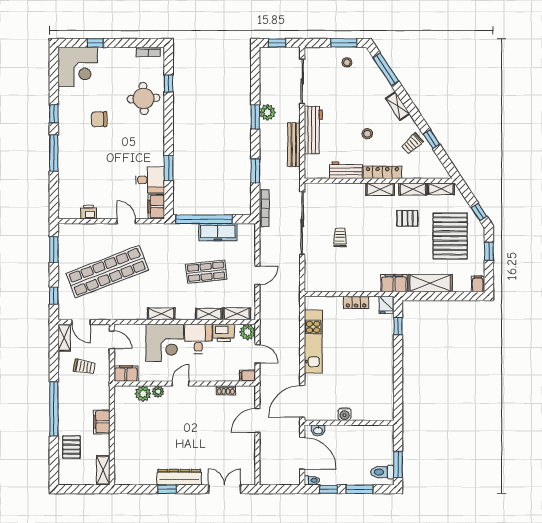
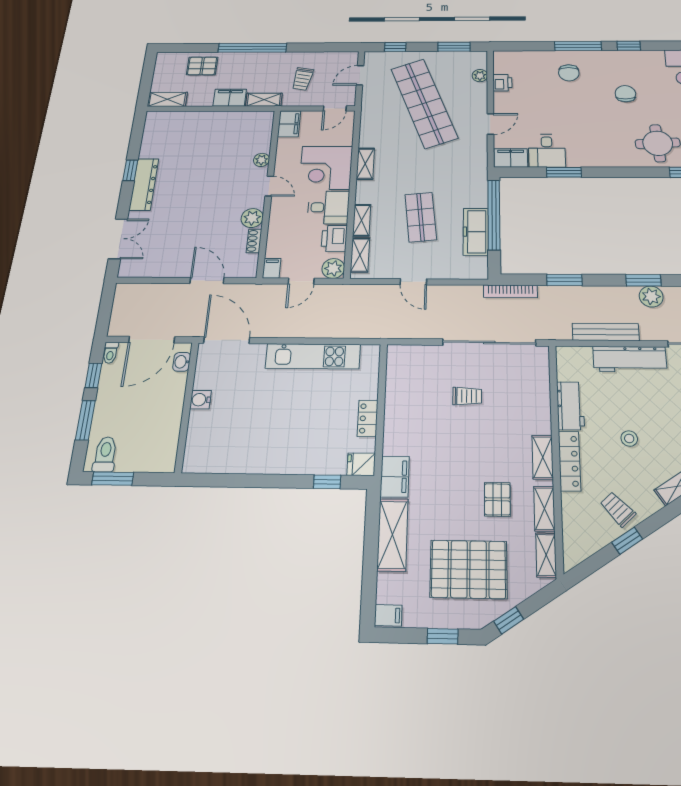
chair: (80, 161) -> (569, 73), added
plant: (82, 229) -> (480, 76), added
shelving: (64, 338) -> (264, 100), moved
plant: (143, 394) -> (252, 218), moved

